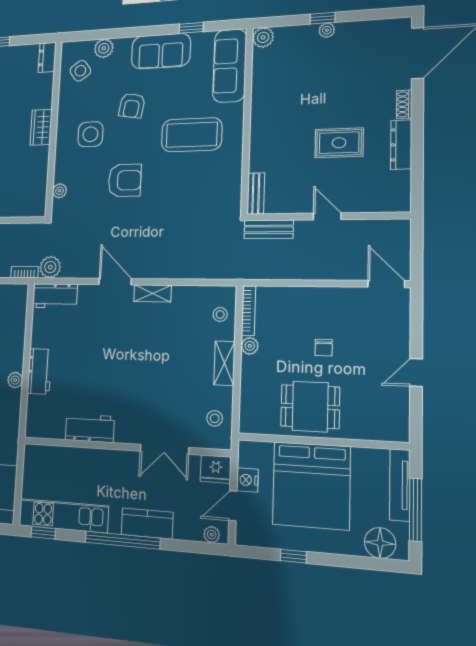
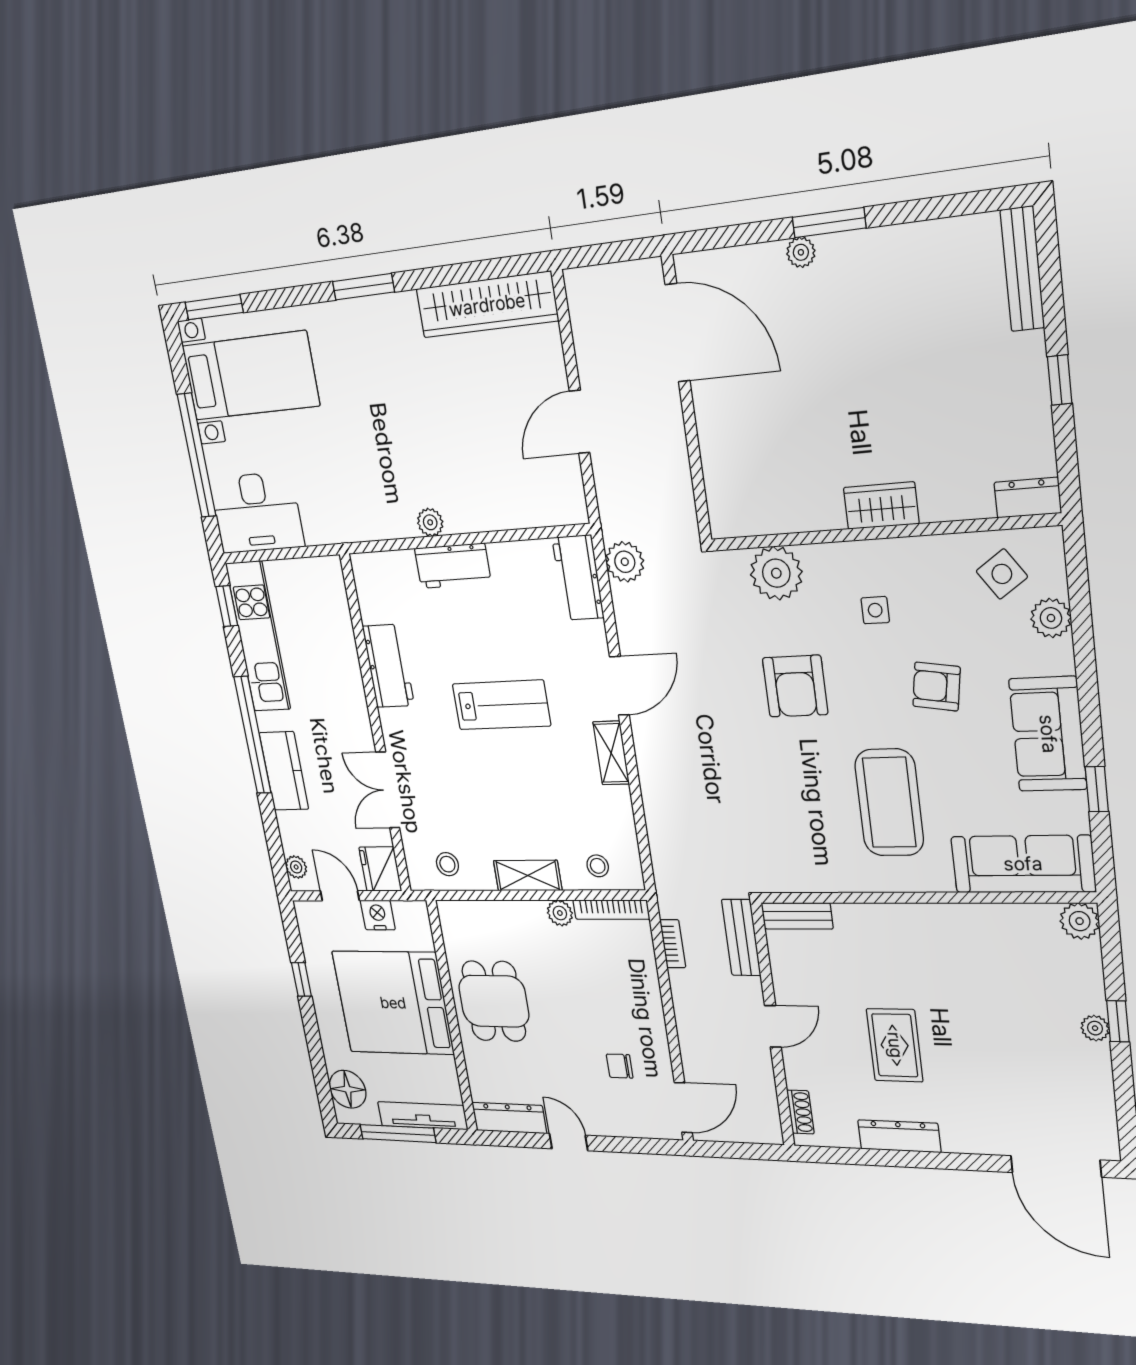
shoe rack: (404, 104) -> (800, 1112), moved, turned 90
side table: (90, 134) -> (875, 610), width x0.54, depth x0.54
plant: (60, 191) -> (776, 573), width x1.87, depth x1.87
bookcase: (25, 272) -> (673, 944), moved
chair: (324, 348) -> (620, 1066), moved
lab bench: (119, 358) -> (501, 705), added
dresser: (399, 415) -> (509, 1118), added

